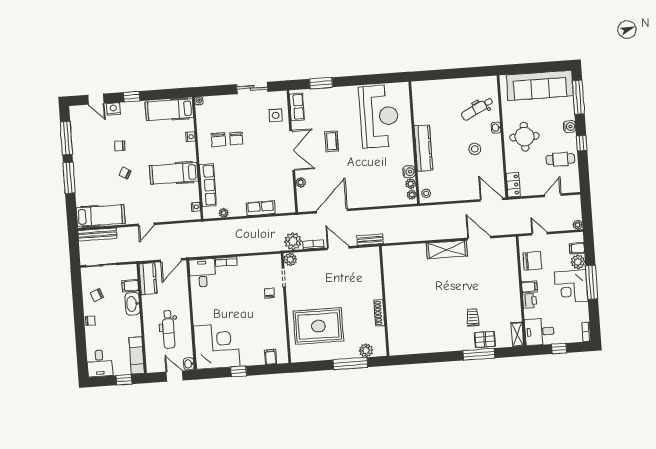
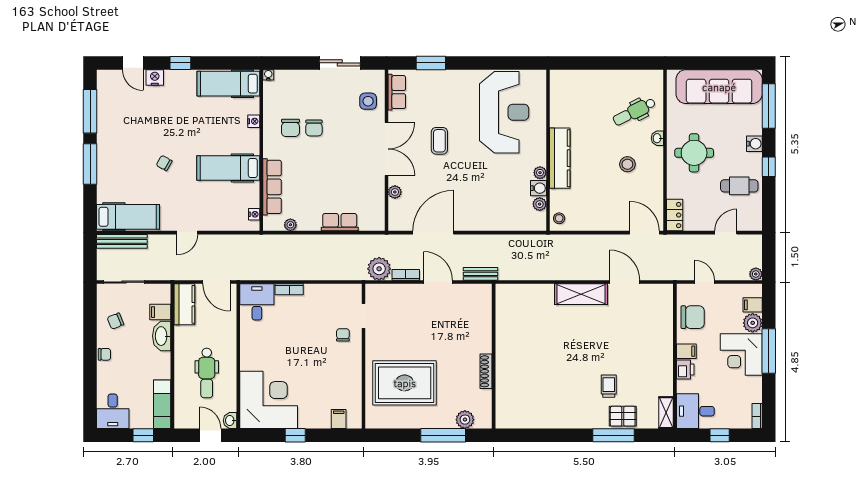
chair: (120, 146) -> (160, 127), removed
plant: (412, 195) -> (540, 173), moved
plant: (290, 259) -> (374, 292), removed
door: (171, 260) -> (216, 282), hinge flipped

